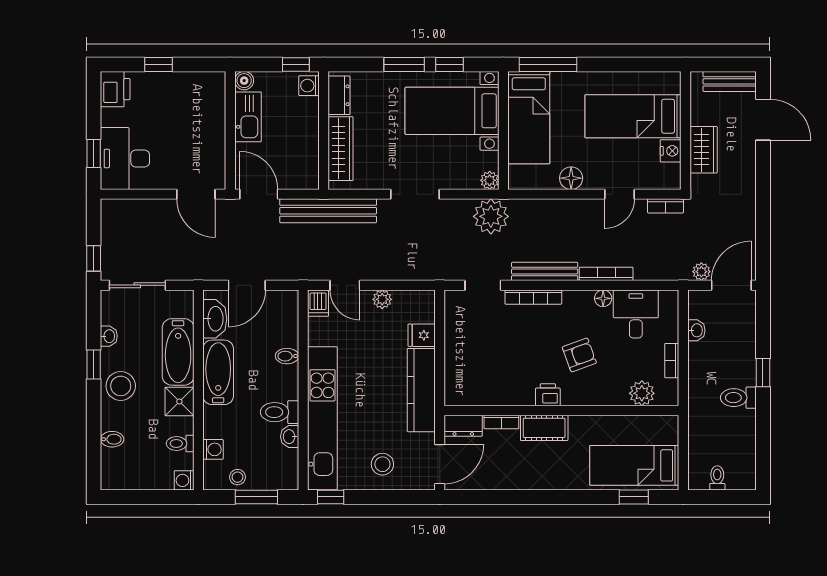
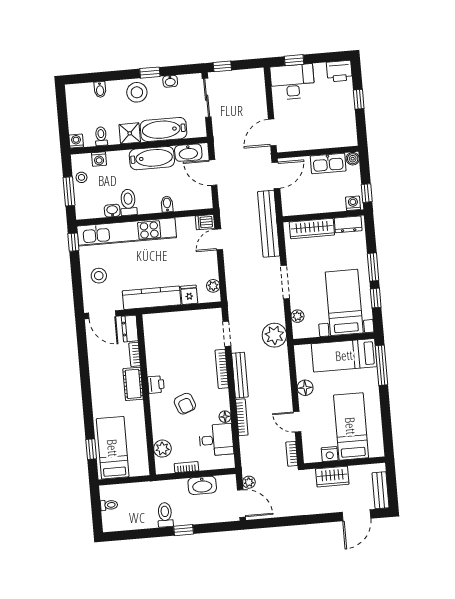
plant: (490, 180) -> (298, 316), moved
plant: (382, 299) -> (213, 286), moved
washbasin: (696, 330) -> (202, 485), width x1.91, depth x1.45

